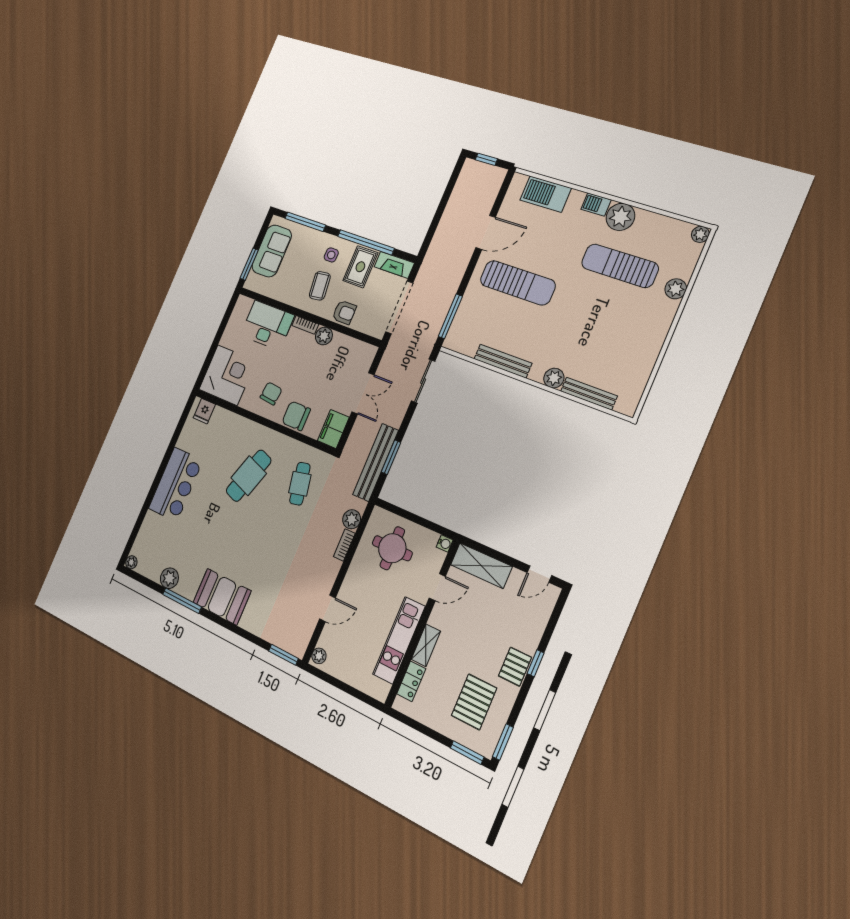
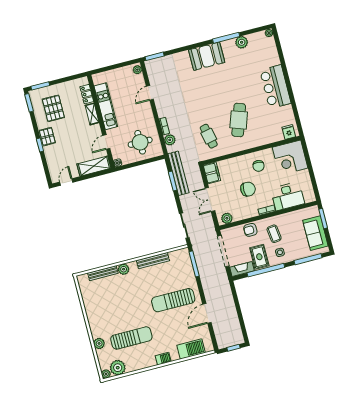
plant: (620, 217) -> (118, 368), moved
plant: (324, 336) -> (227, 218), moved
chair: (296, 416) -> (248, 189), moved

